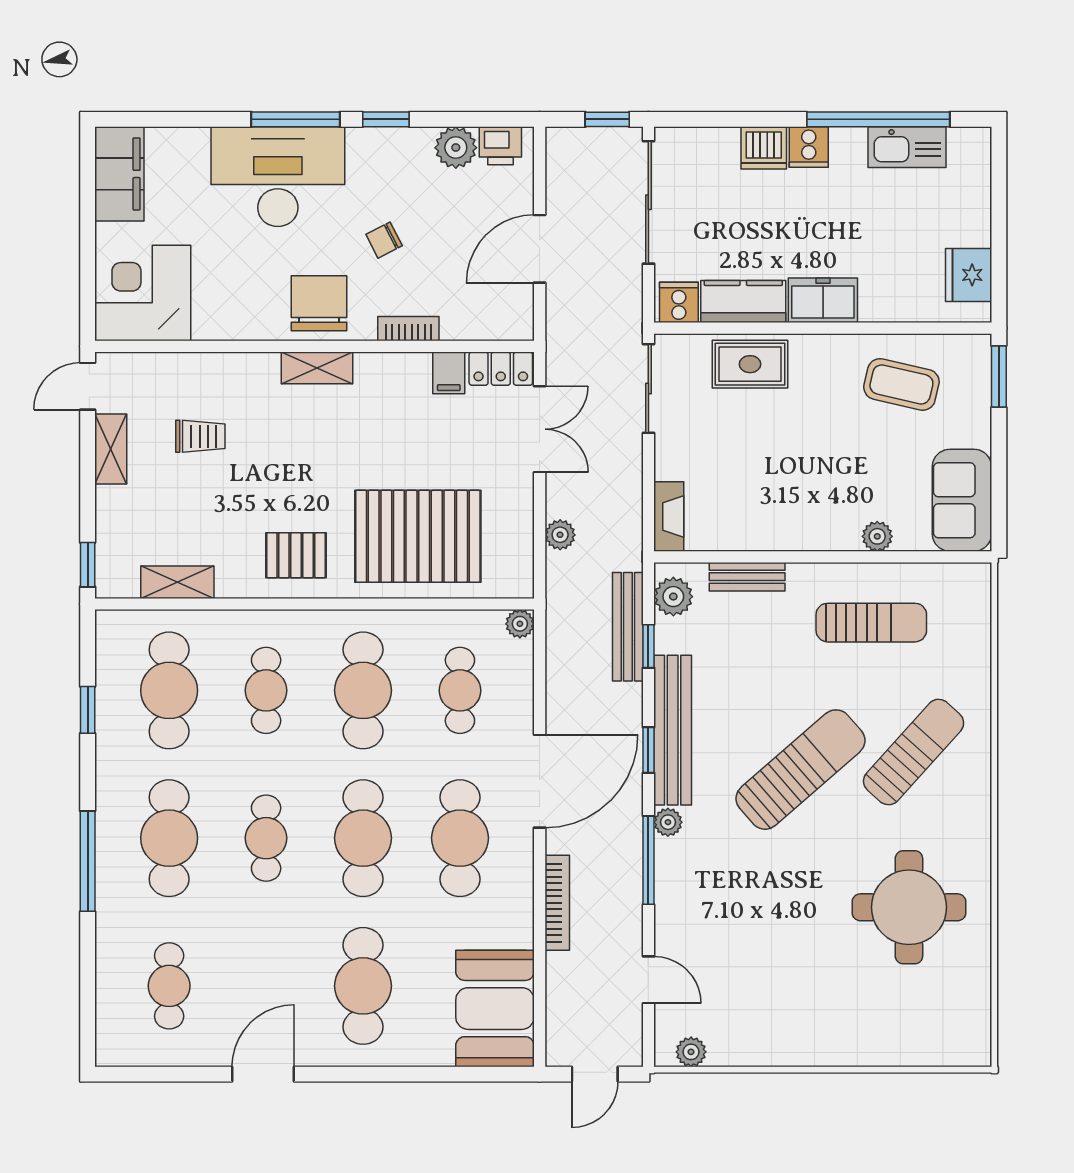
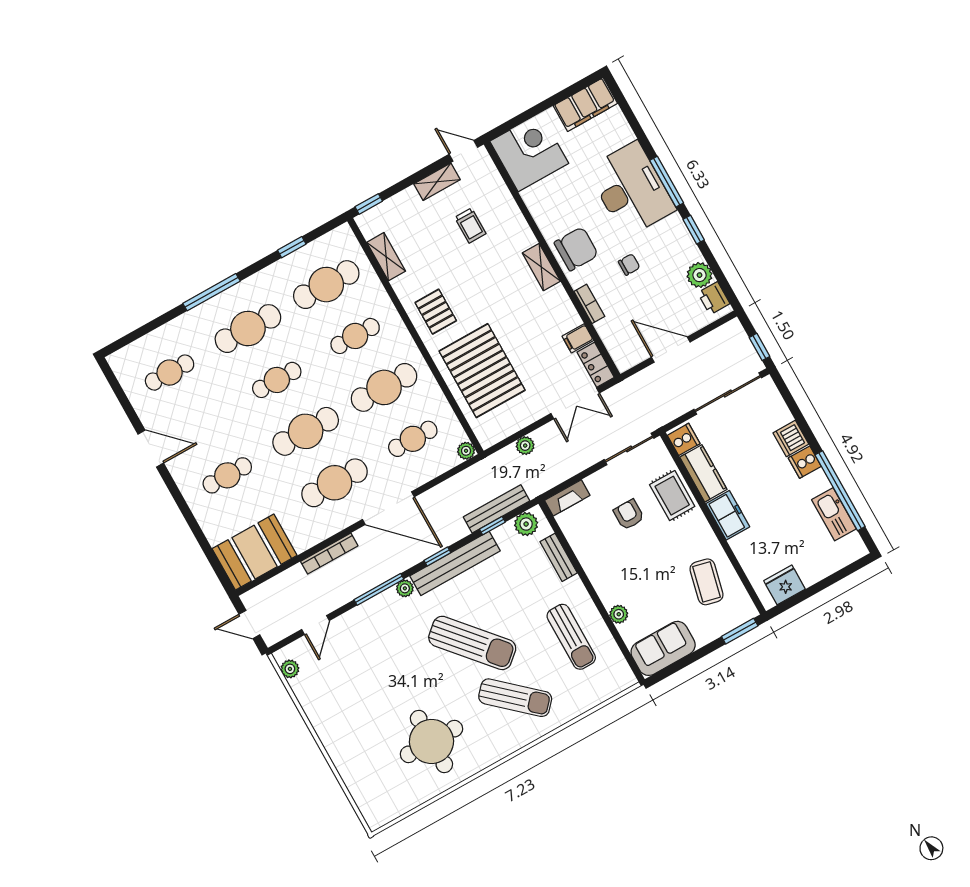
chair: (384, 240) -> (629, 265), turned 117
armchair: (742, 442) -> (629, 515), added
cafe table: (363, 986) -> (227, 475), width x0.73, depth x0.74

